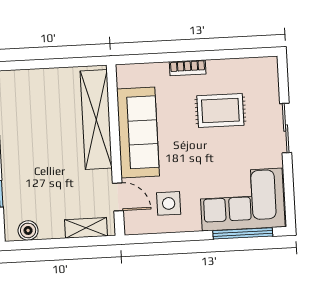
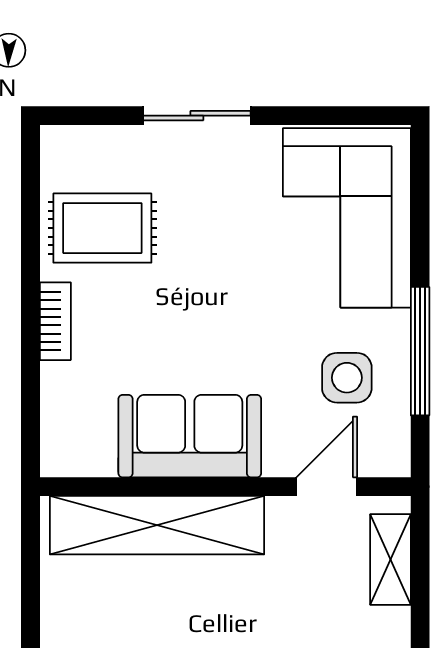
rug: (220, 111) -> (102, 228), moved, turned 90
sofa: (138, 133) -> (190, 436), width x0.73
window: (243, 233) -> (420, 351), moved

